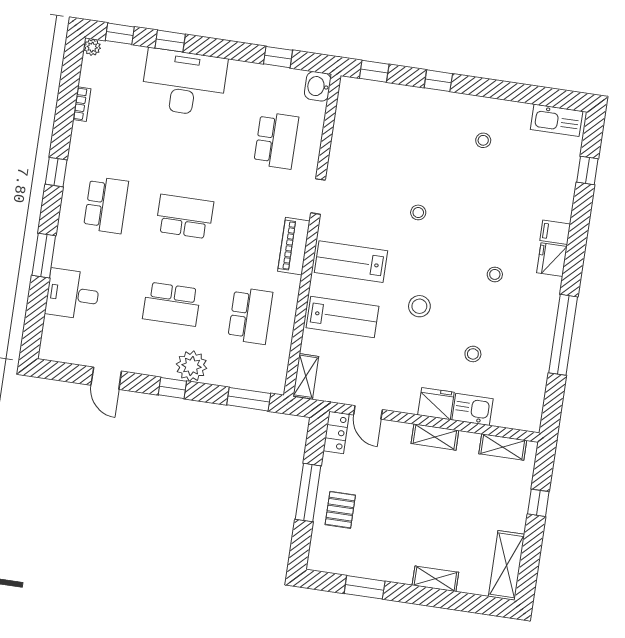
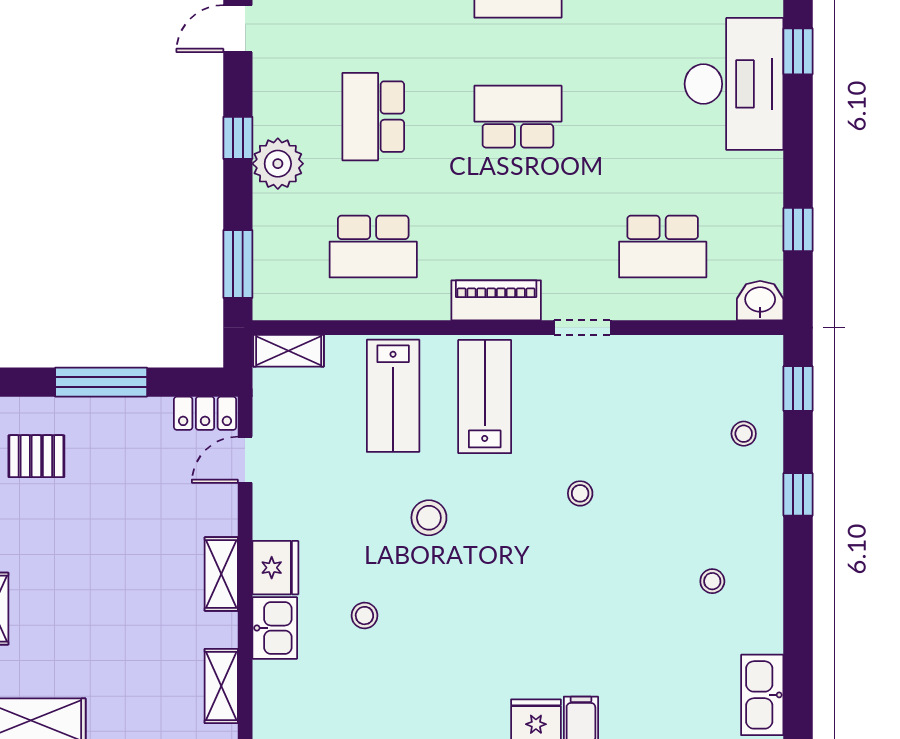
school desk: (185, 216) -> (518, 117), turned -90
stool: (495, 274) -> (744, 434), moved
pallet: (340, 510) -> (36, 456), moved

